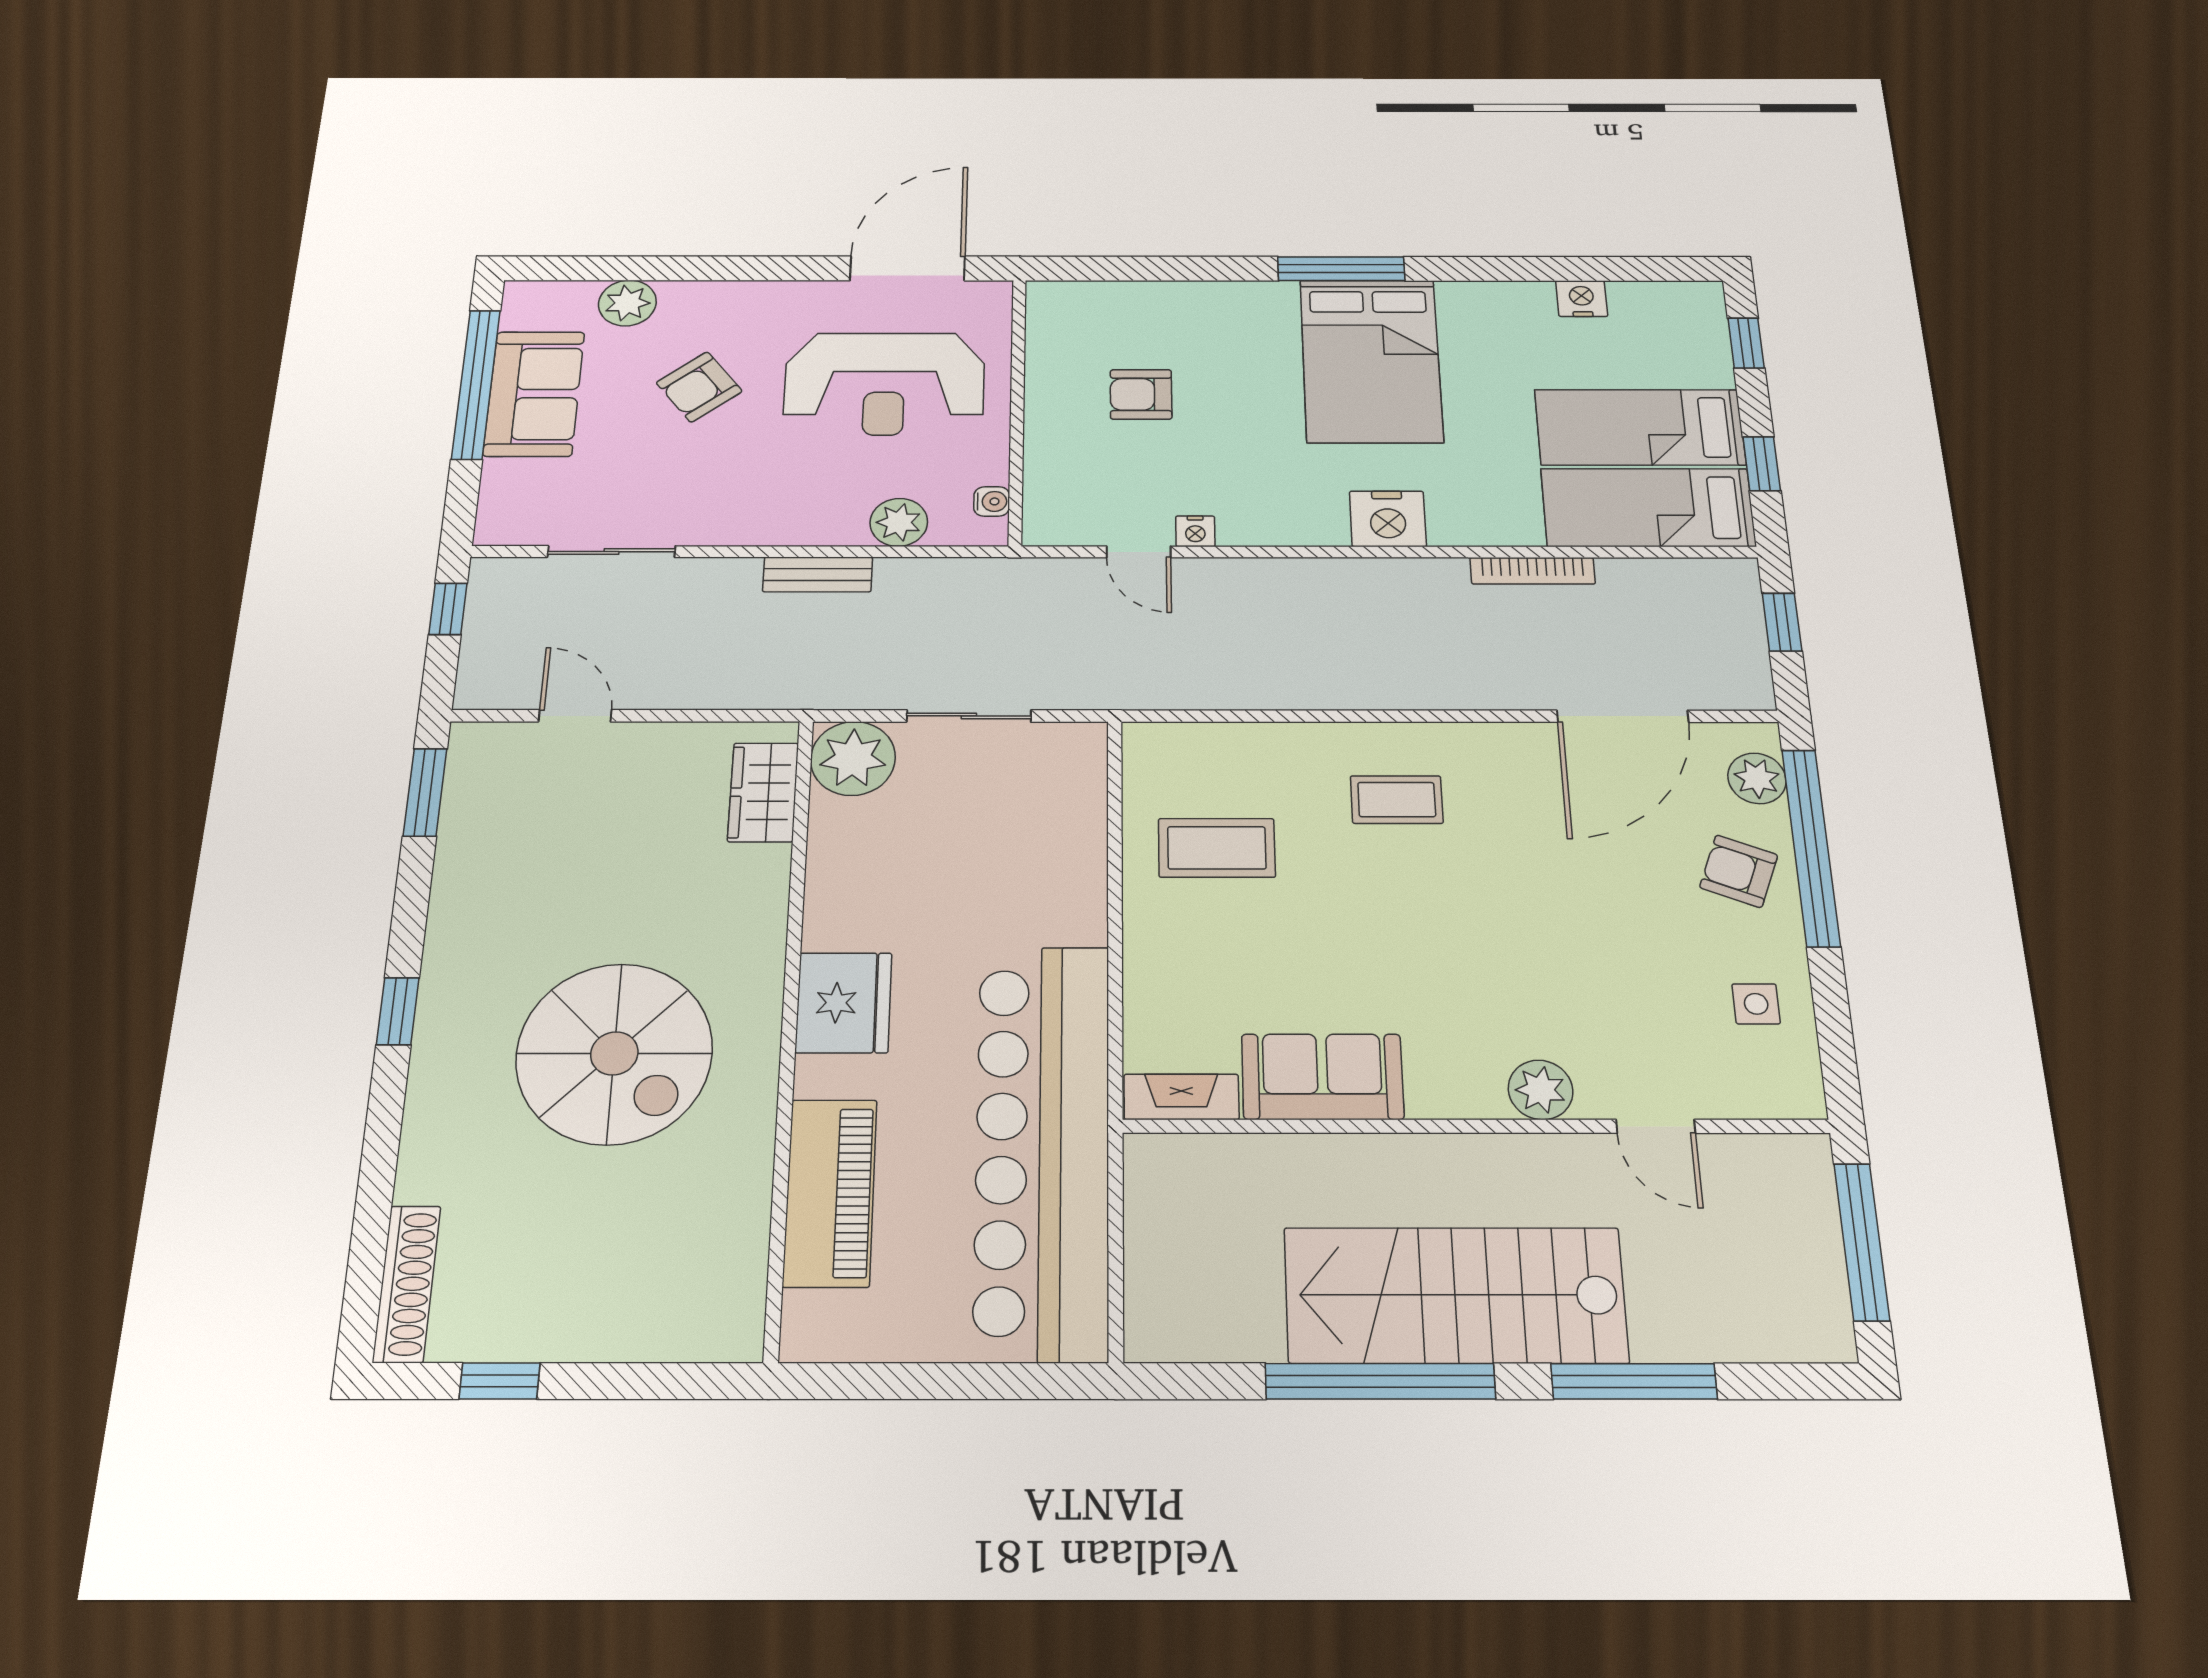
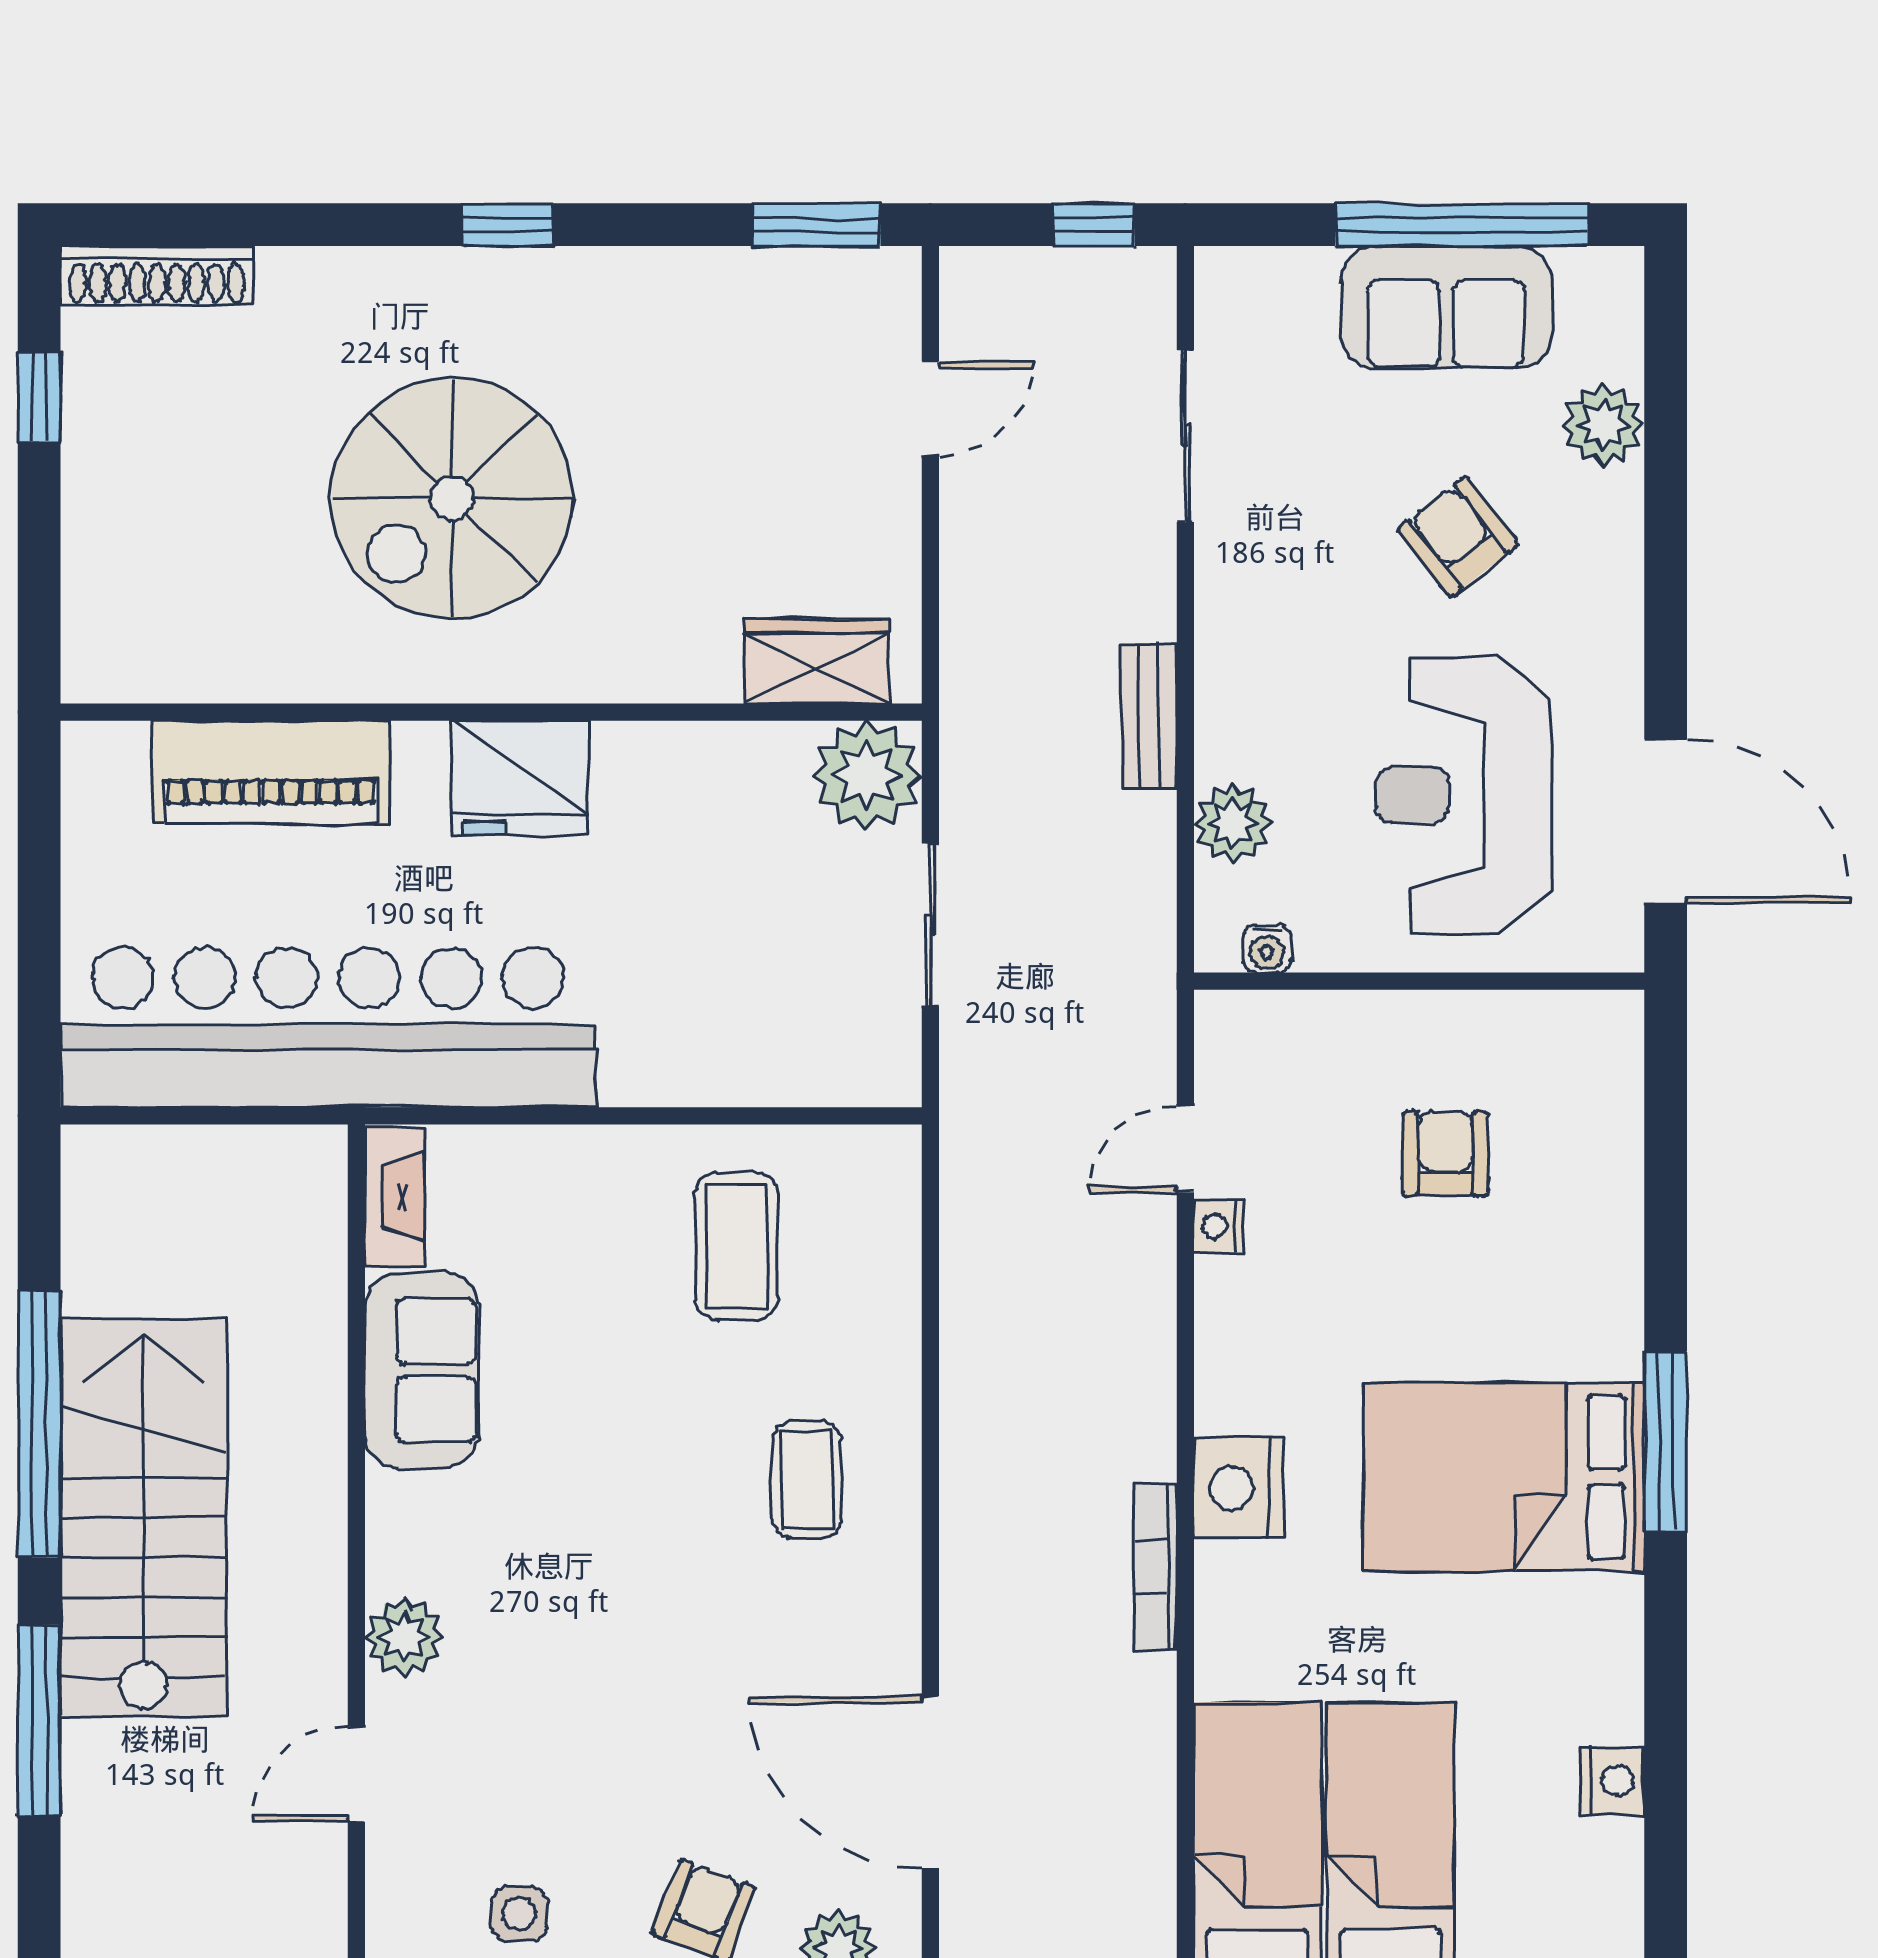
bookcase: (1533, 571) -> (1156, 1567), moved

